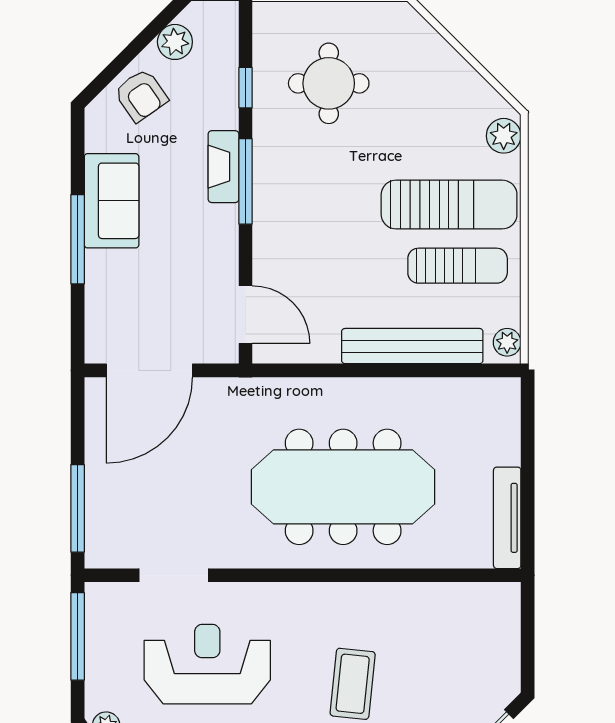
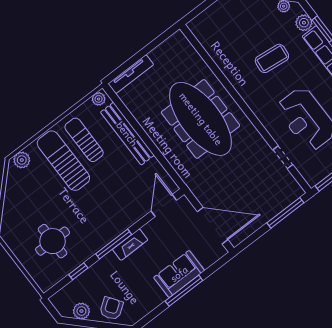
fireplace: (223, 167) -> (130, 245), moved
sofa: (112, 201) -> (179, 274), moved
tv unit: (507, 518) -> (131, 74), moved
doorway: (174, 575) -> (283, 157), width x0.73

